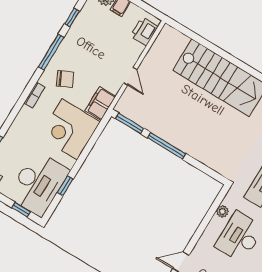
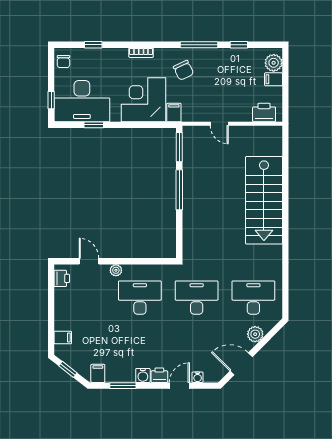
door: (130, 76) -> (219, 124), hinge flipped
bookcase: (34, 95) -> (141, 53), moved
filing cabinet: (100, 104) -> (174, 112), width x0.50
plant: (222, 211) -> (116, 270), moved

